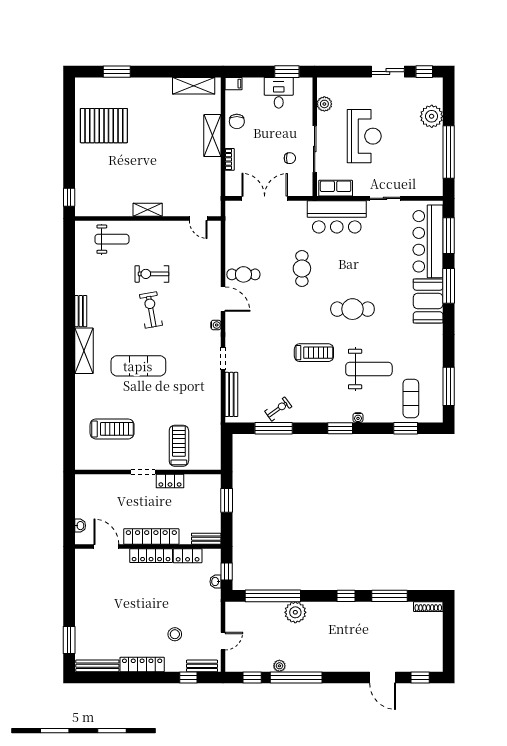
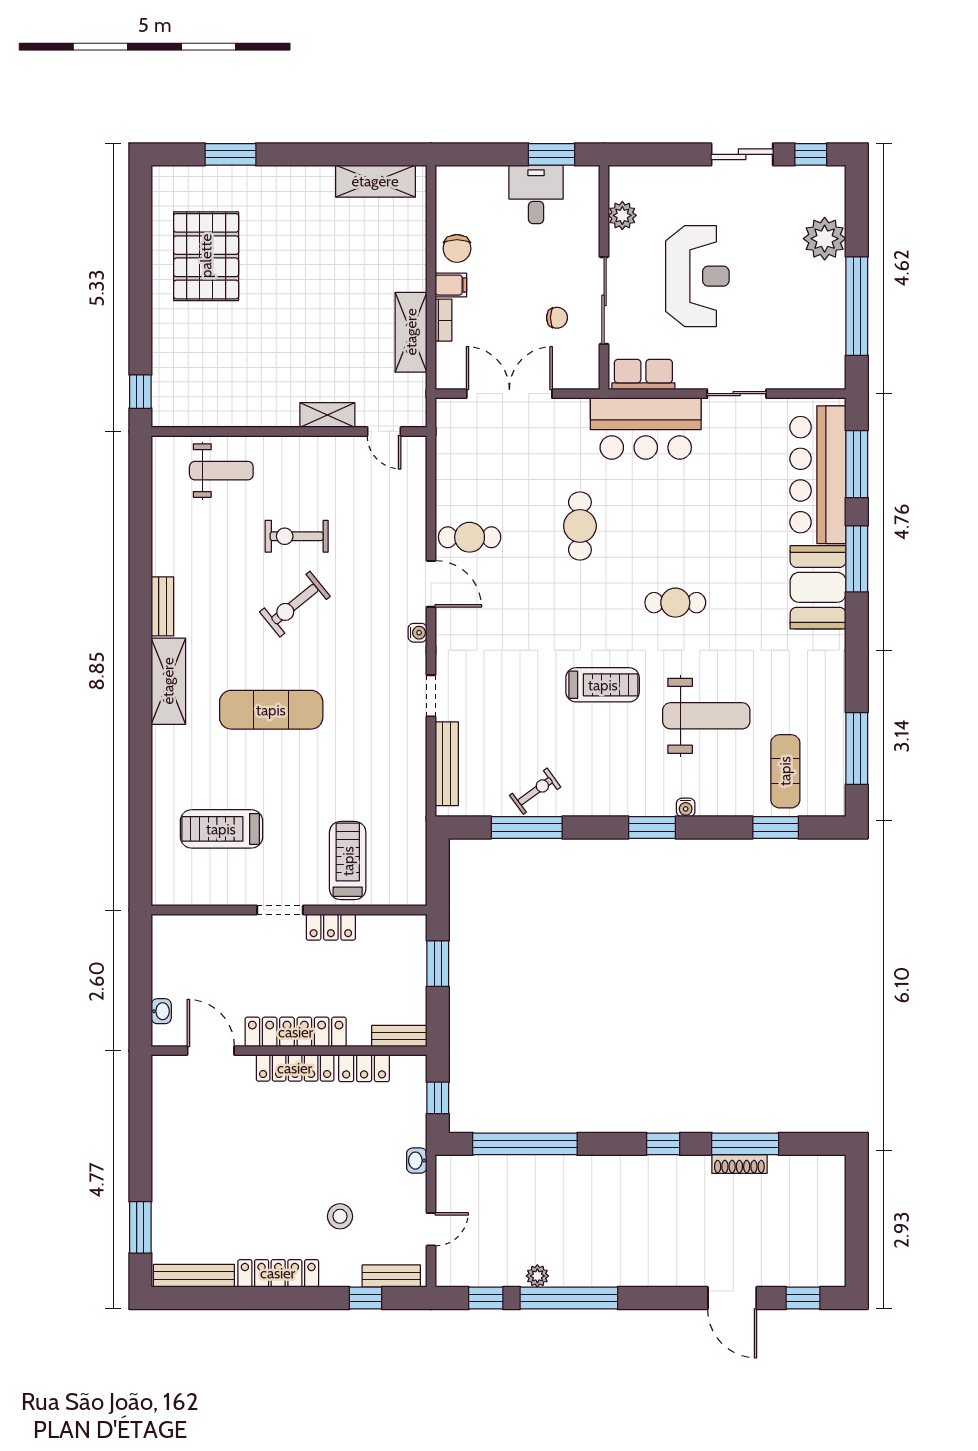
filing cabinet: (234, 84) -> (451, 285), moved
pallet: (104, 126) -> (206, 256), turned 90
shelving: (212, 136) -> (411, 332), moved
shelving: (148, 210) -> (327, 415), moved
cafe table: (352, 309) -> (675, 603), width x0.73, depth x0.74
exercise bike: (151, 310) -> (295, 604), turned -119
treadmill: (112, 429) -> (221, 829), turned 180
washbasin: (215, 582) -> (417, 1161), moved
shoe rack: (428, 607) -> (739, 1164), moved
plant: (295, 612) -> (567, 1175), removed

